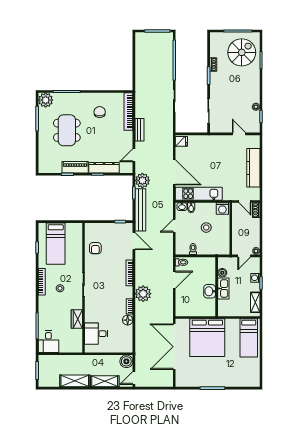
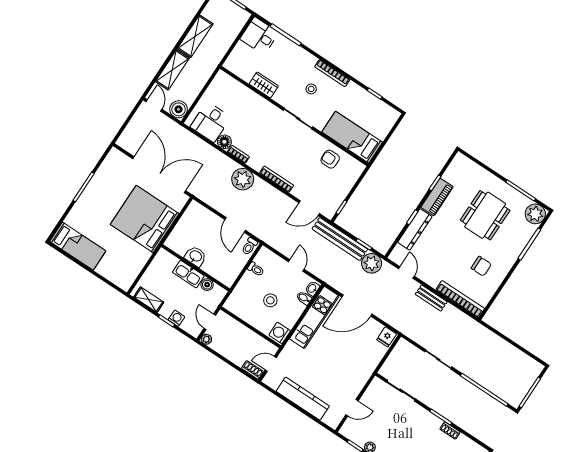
dining table: (67, 130) -> (485, 215), turned 90
bed: (56, 244) -> (352, 137), moved
desk: (96, 334) -> (210, 122), moved, turned 180
bed: (249, 338) -> (78, 246), moved, turned 180

